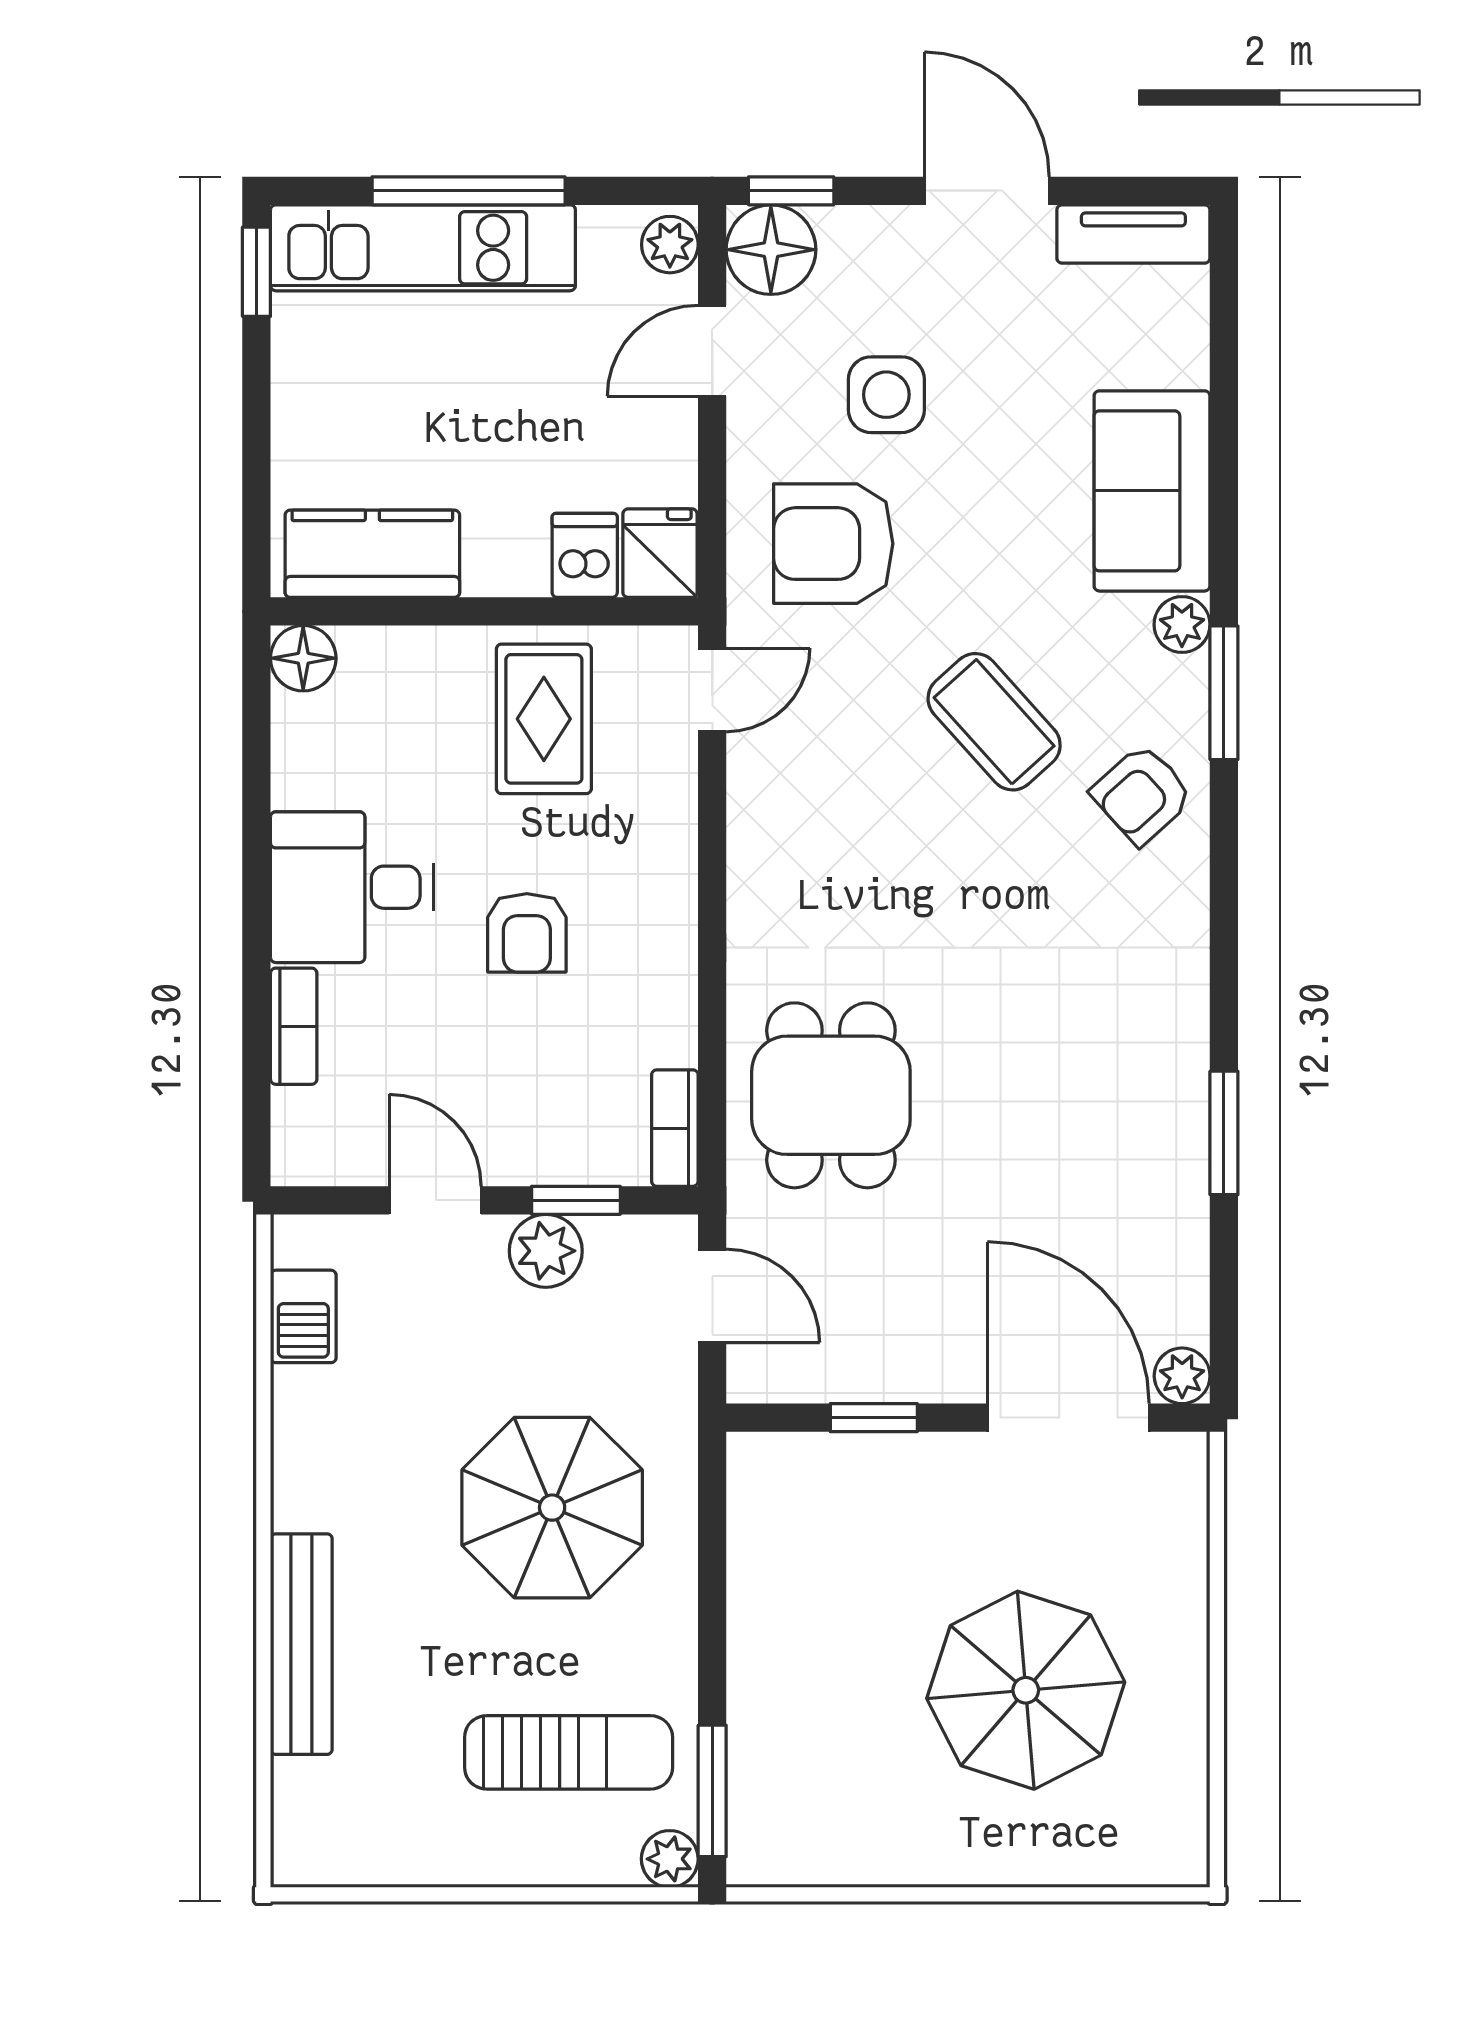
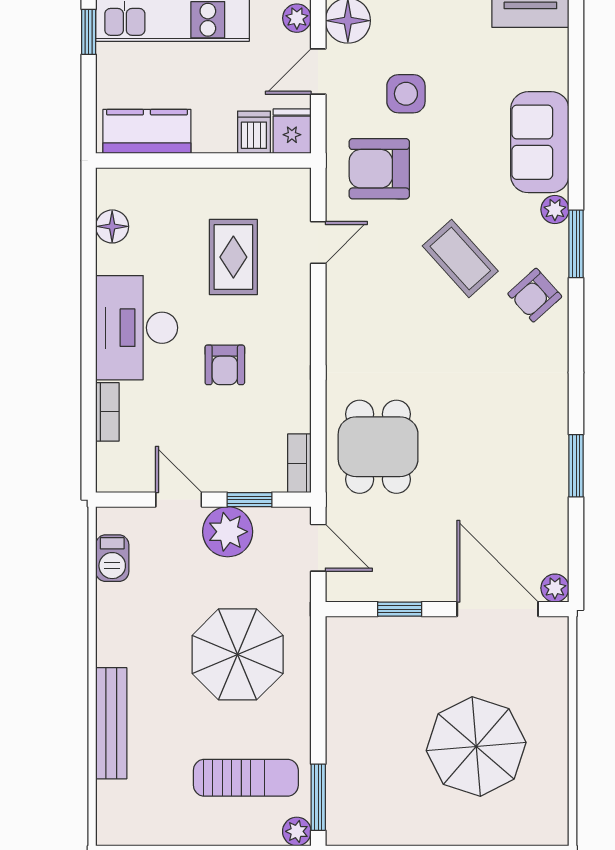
fridge: (660, 553) -> (292, 131), moved
kitchen counter: (372, 554) -> (147, 131), moved
dishwasher: (585, 555) -> (254, 132), moved
wall: (484, 611) -> (203, 161), moved
desk: (352, 887) -> (137, 328), width x1.37
plant: (546, 1251) -> (228, 532), width x1.36, depth x1.36

